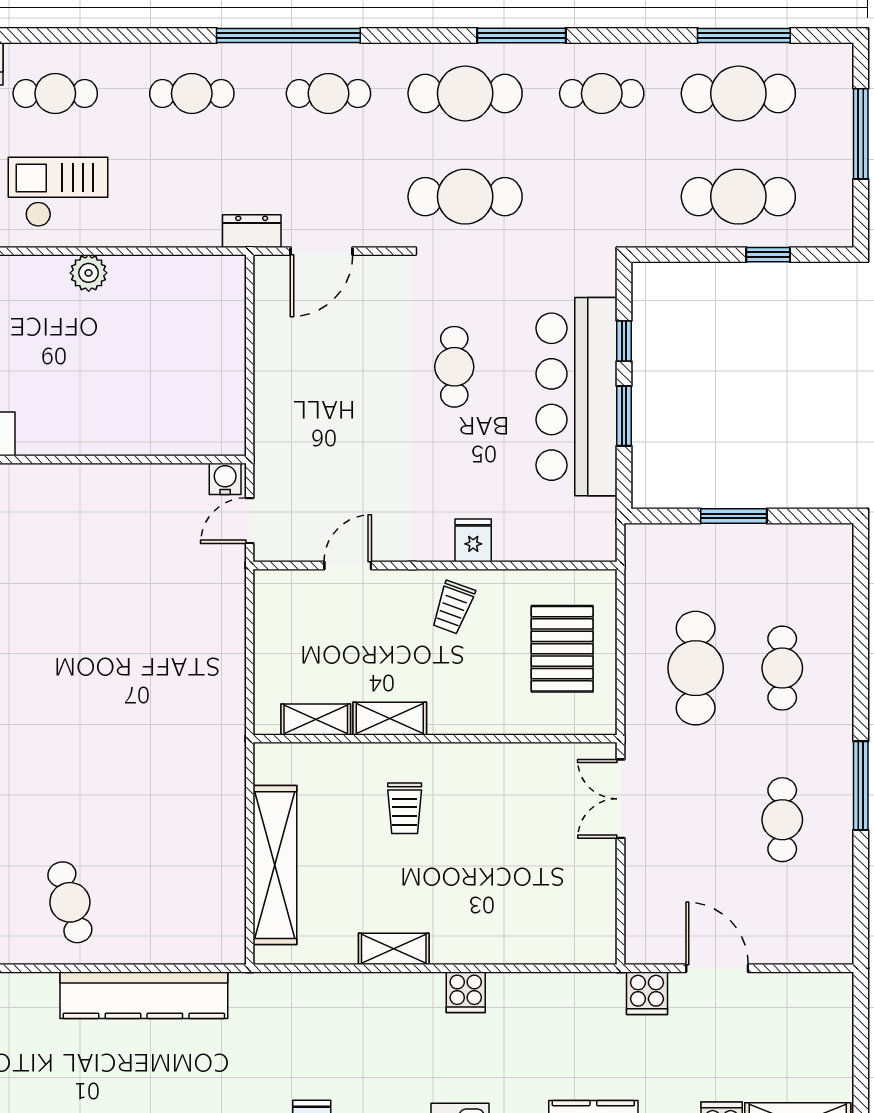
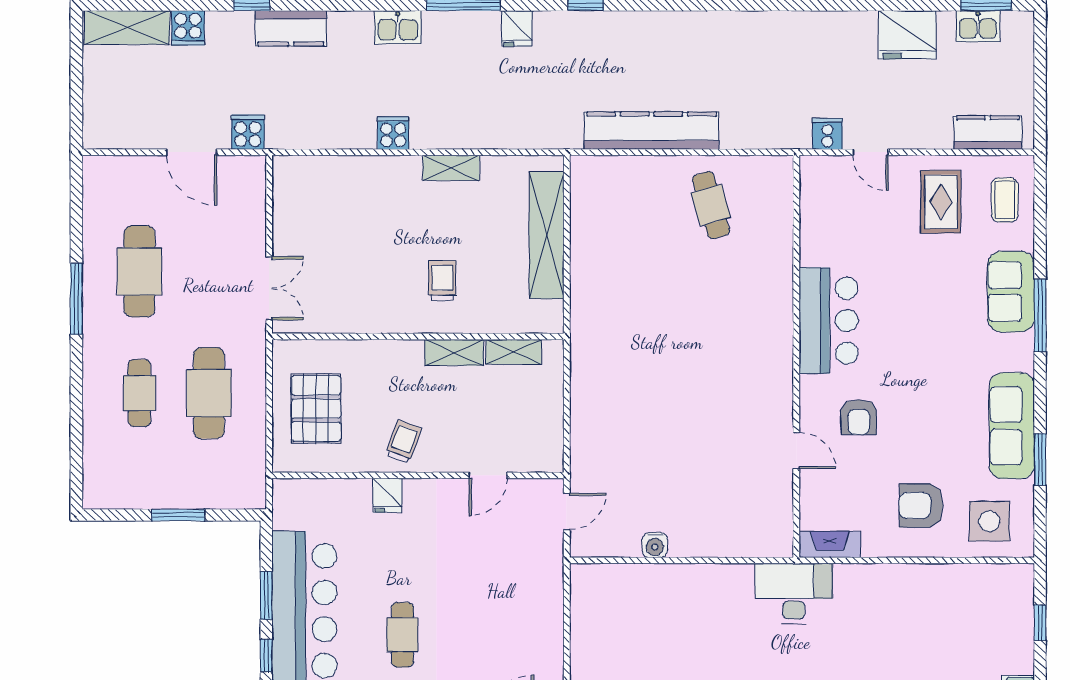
water cooler: (225, 479) -> (655, 545), moved
cafe table: (782, 820) -> (139, 271), width x1.37, depth x1.35

